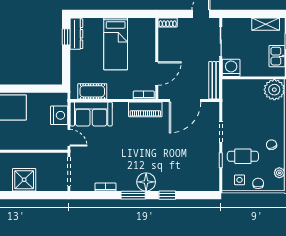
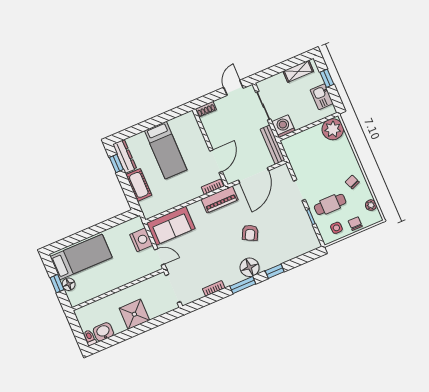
cot: (92, 91) -> (139, 185), moved, turned 90
armchair: (160, 151) -> (250, 233), added

